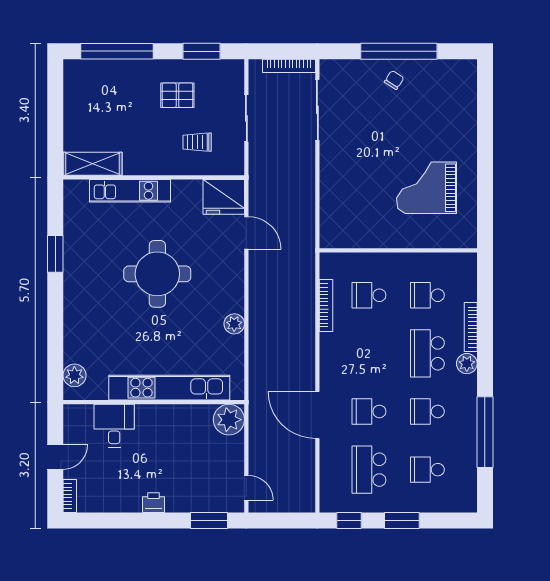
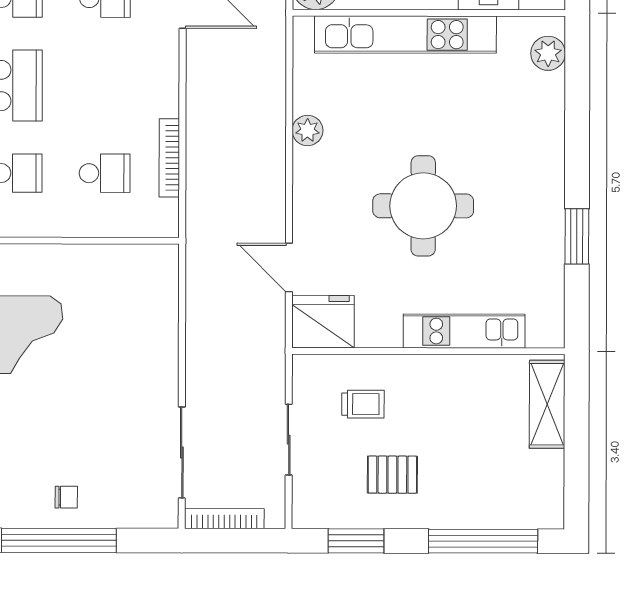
chair: (394, 80) -> (66, 497), turned -123
shelving: (93, 164) -> (547, 404), moved, turned 90

